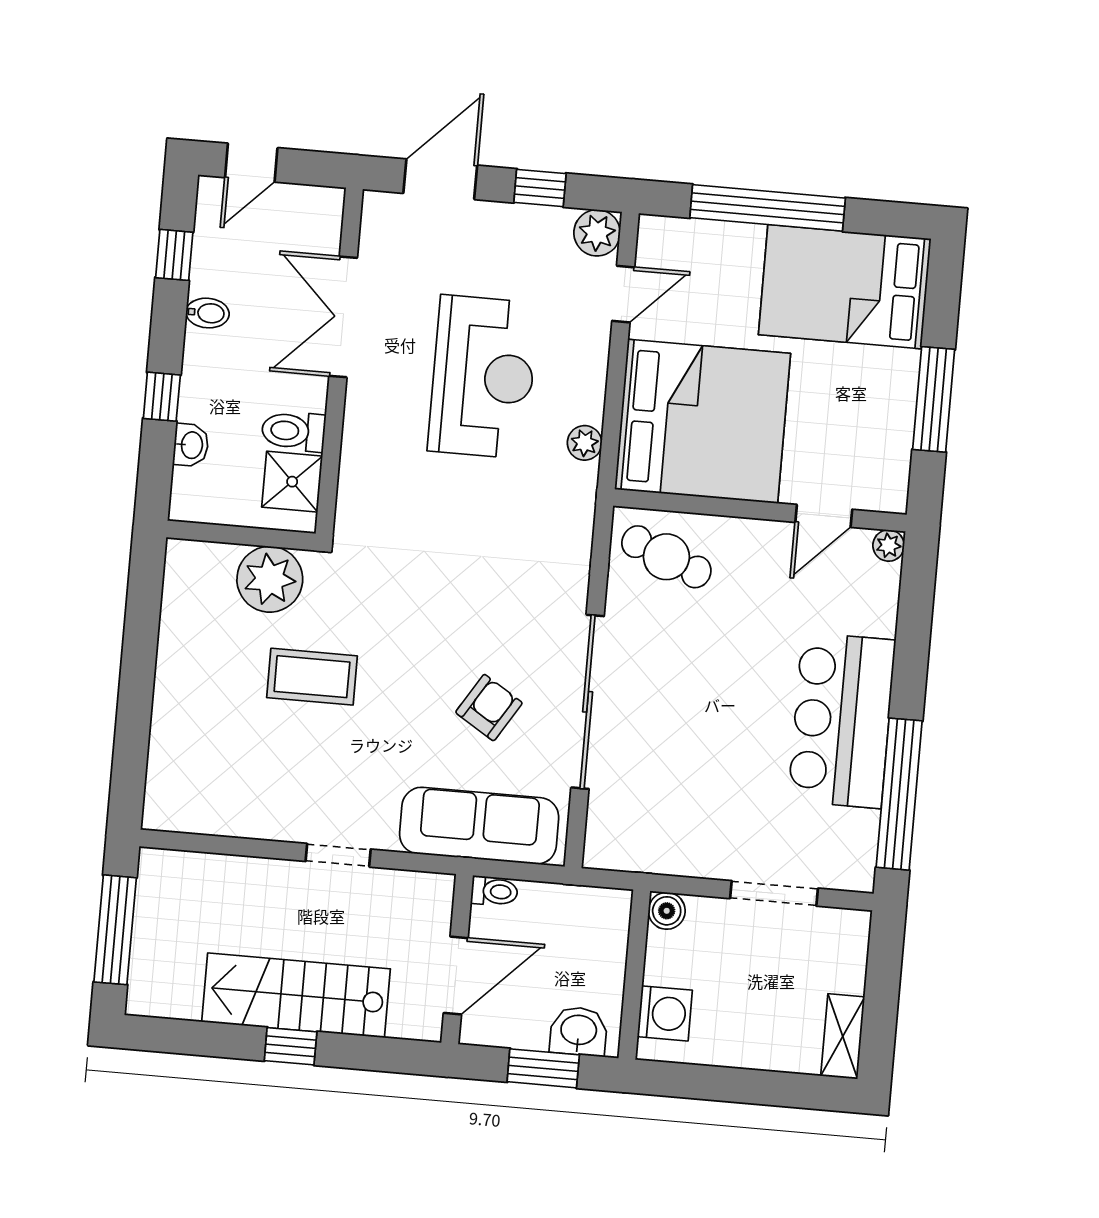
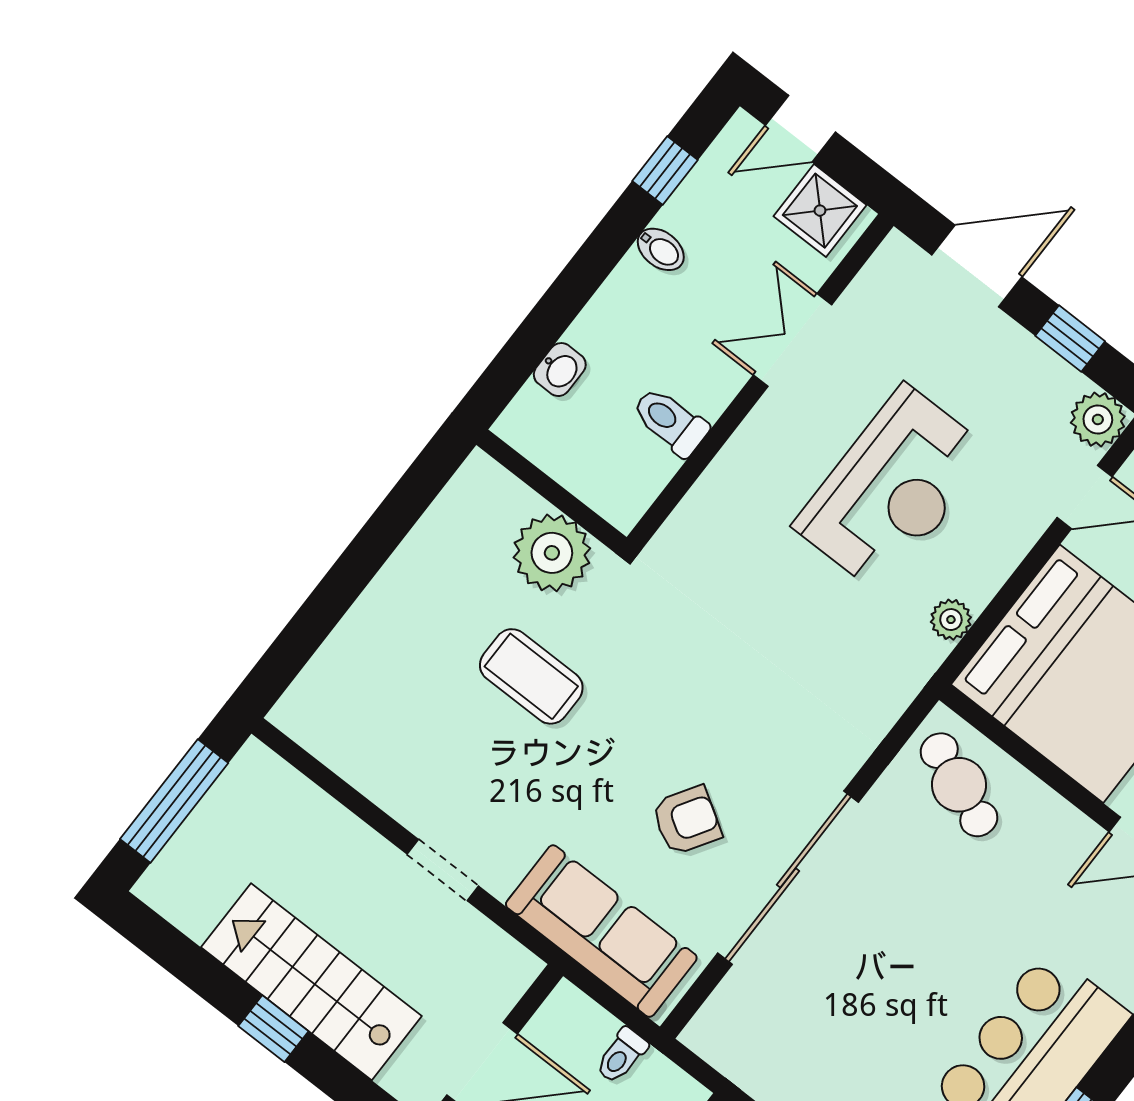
double door: (343, 317) -> (793, 340), width x0.73
window: (162, 397) -> (562, 303), removed
shower: (292, 482) -> (820, 211), moved
toilet: (494, 891) -> (621, 1056), moved, turned 90

